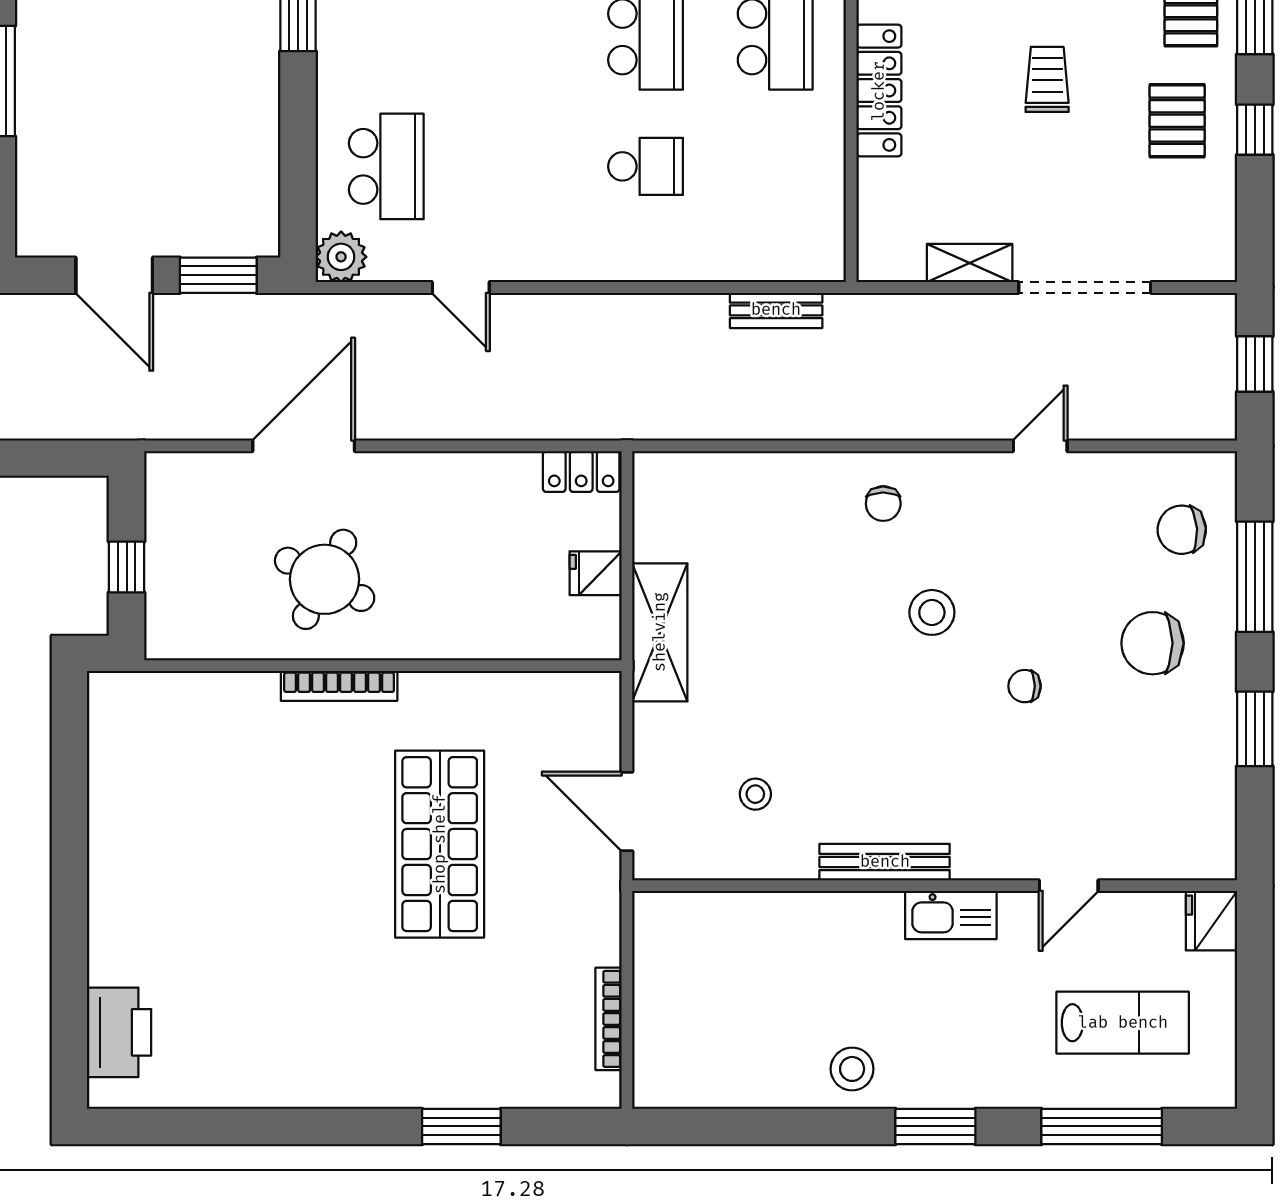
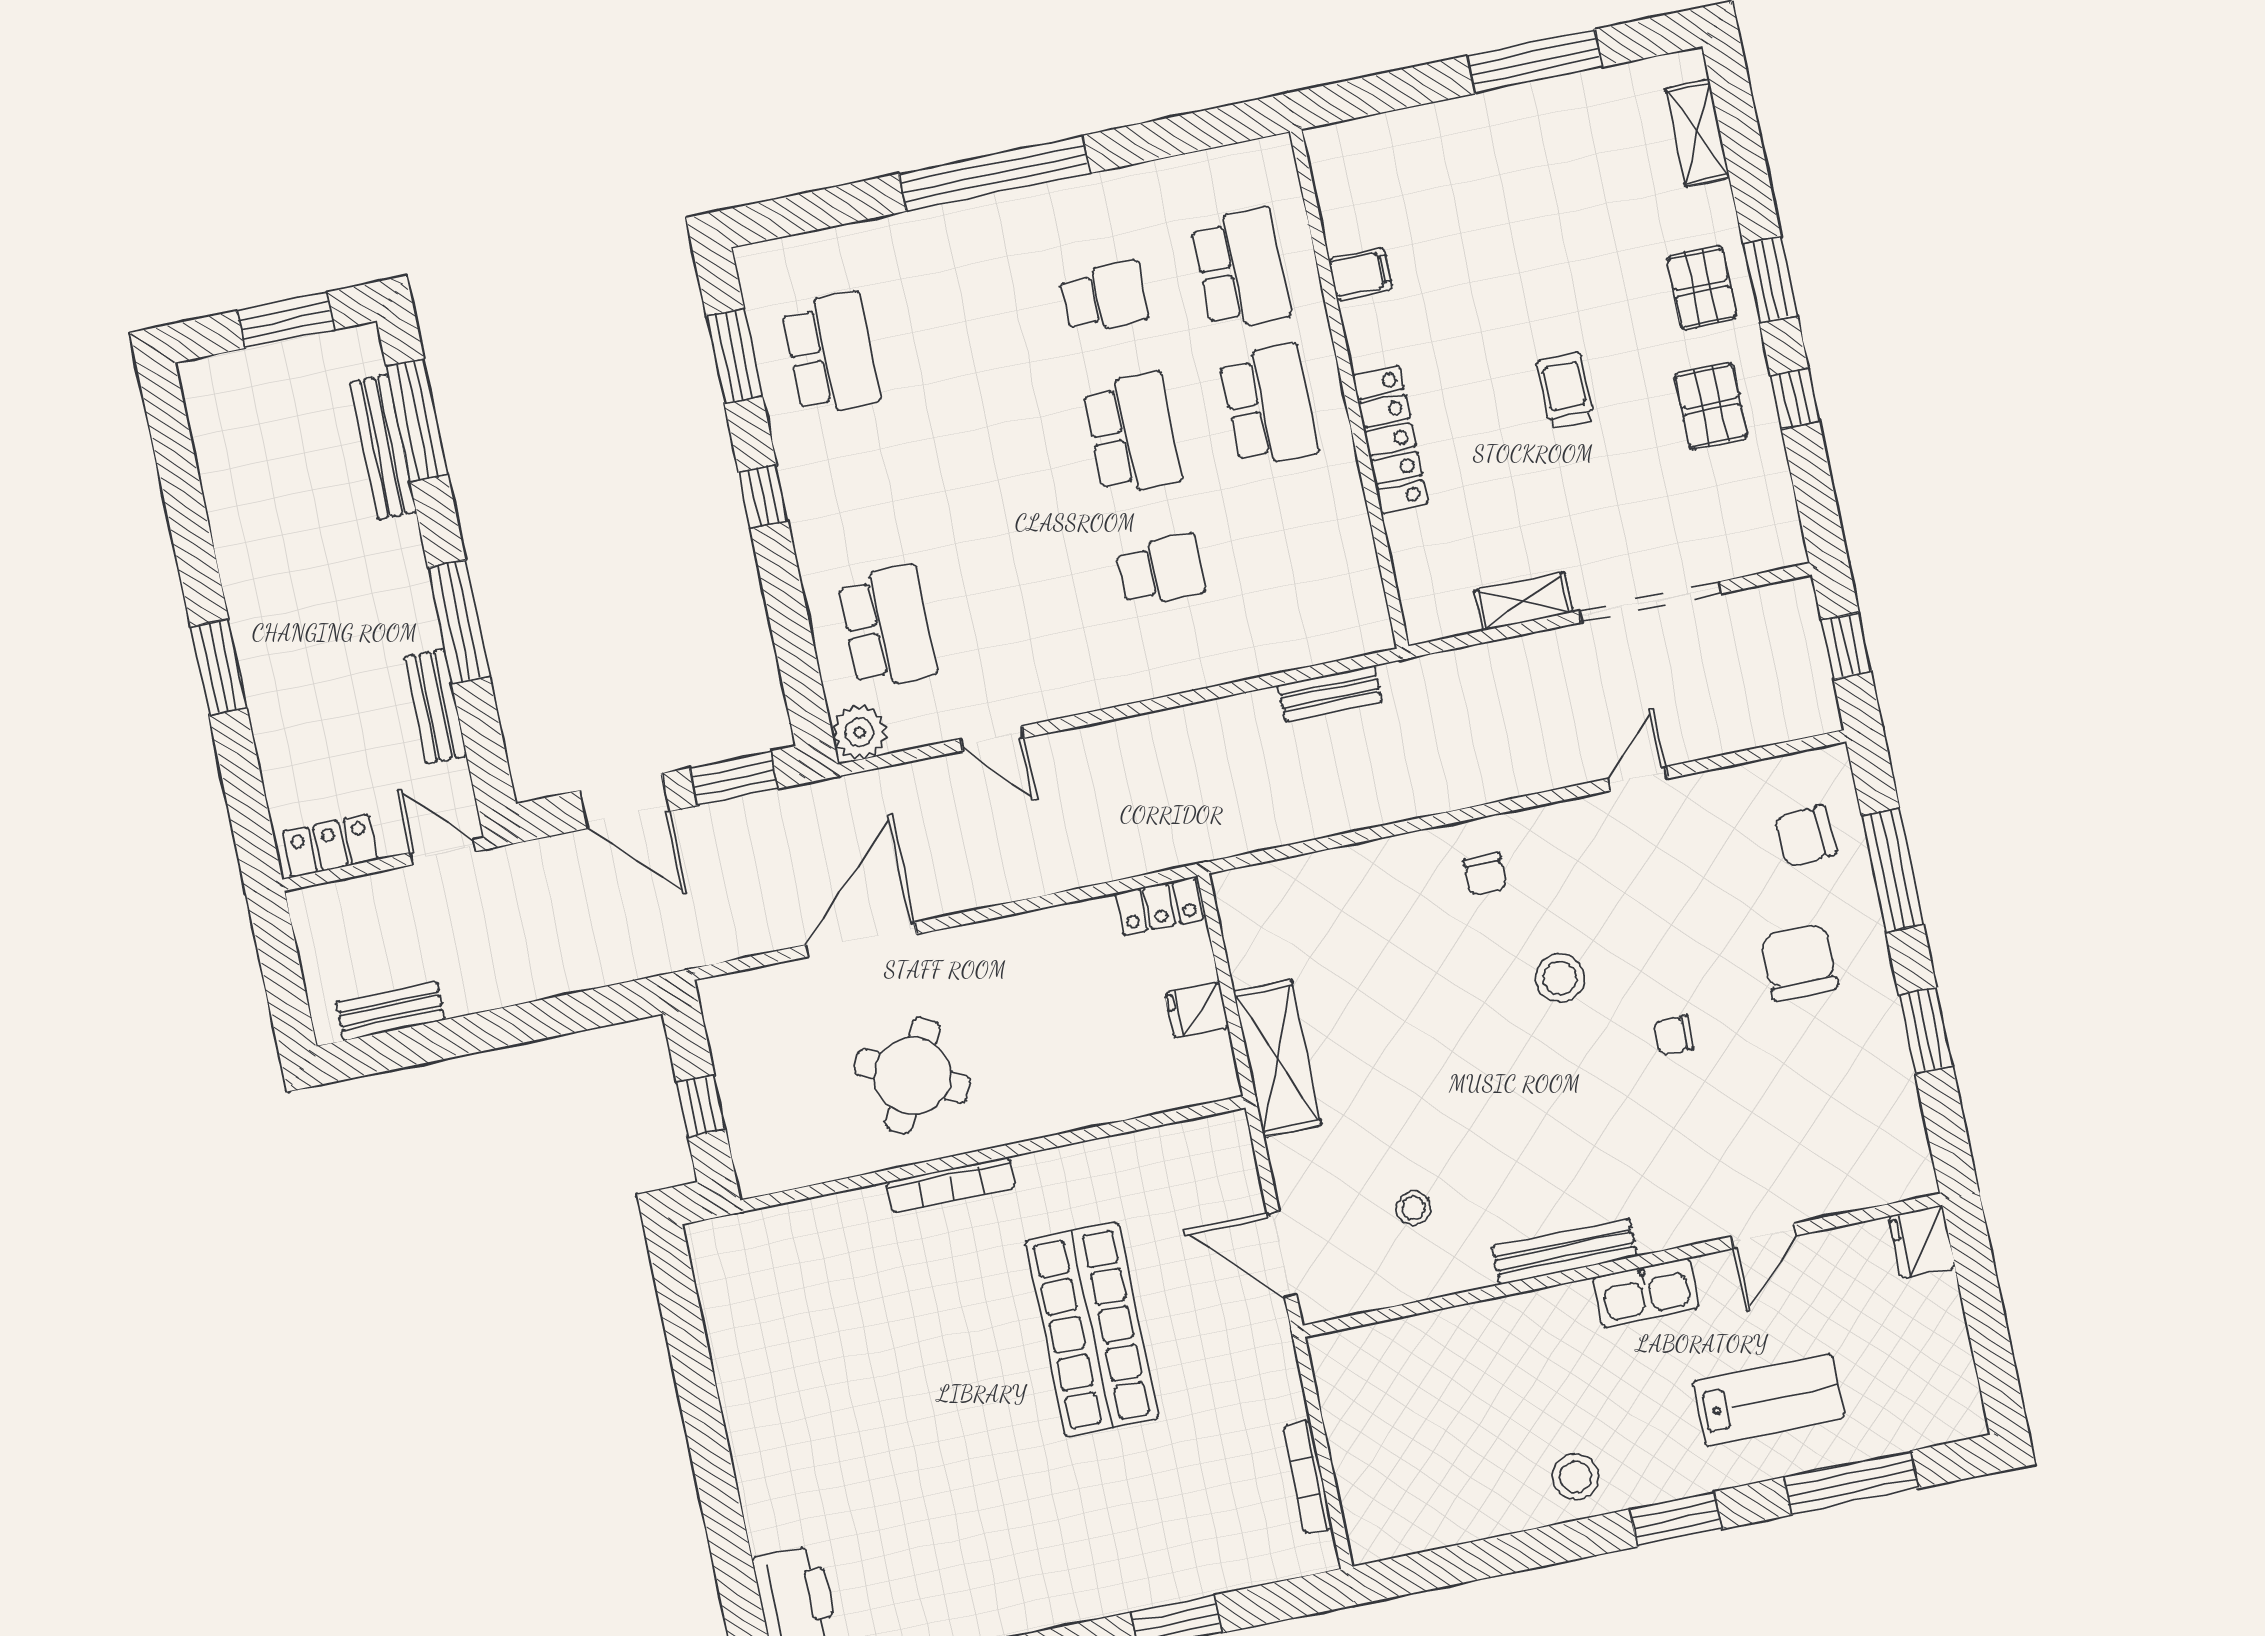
chair: (1153, 643) -> (1799, 962), turned 90
lab bench: (1123, 1023) -> (1768, 1400), moved

